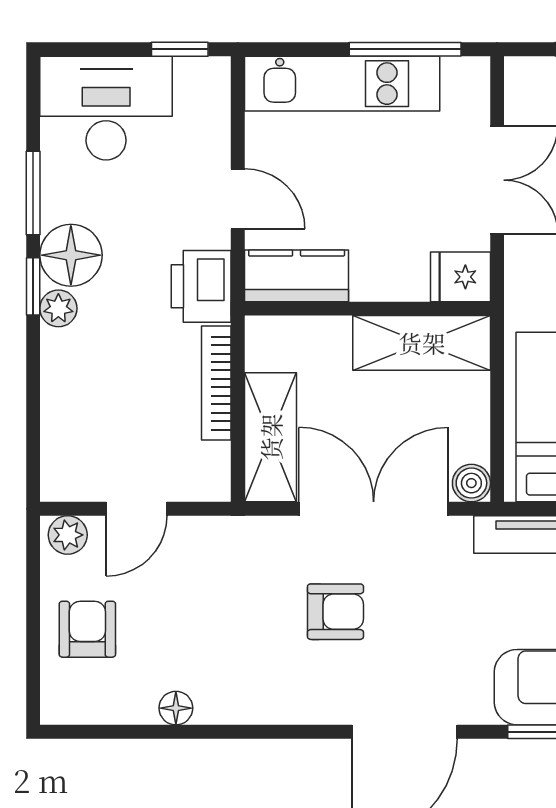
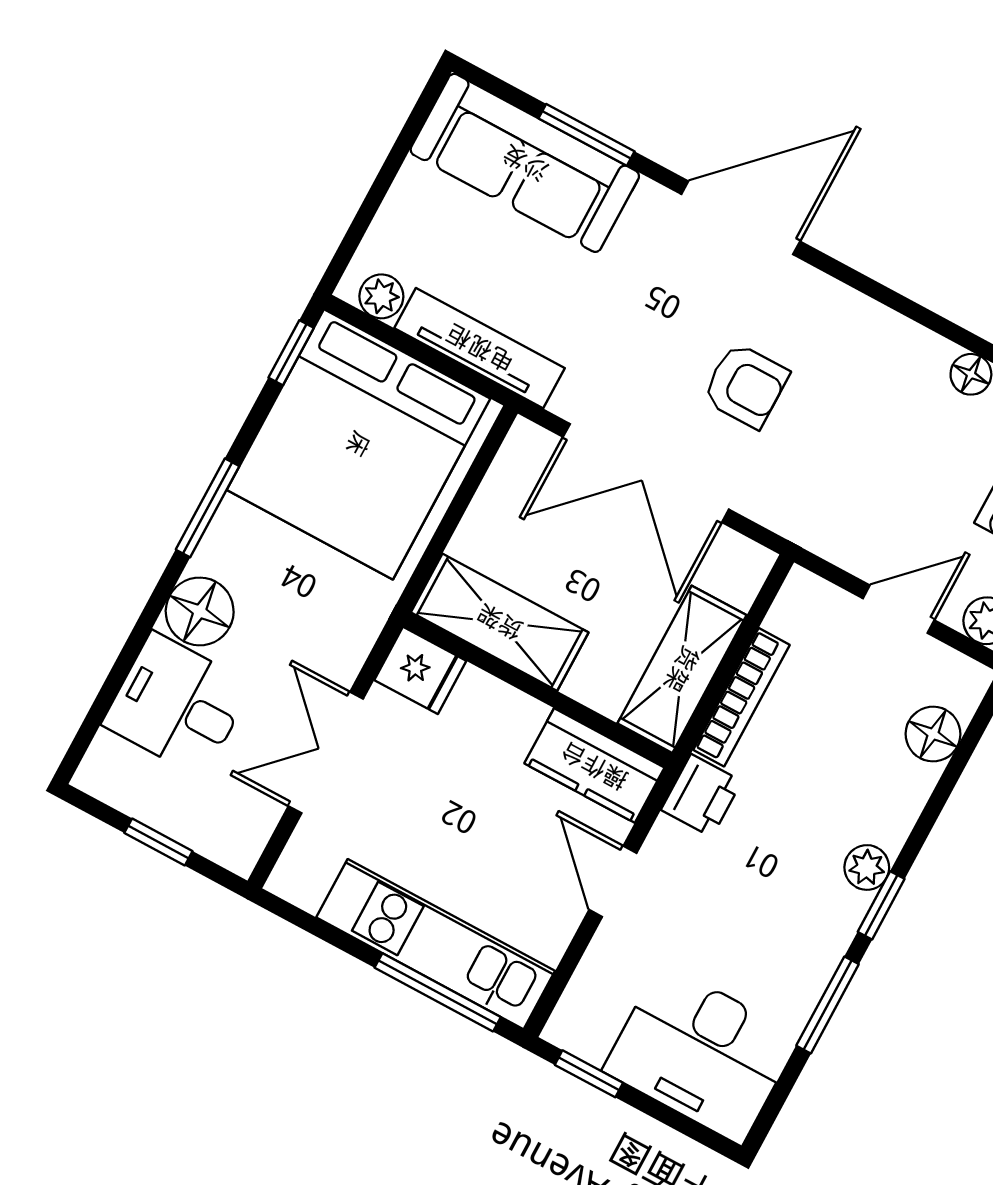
window: (405, 49) -> (438, 992), moved
floor lamp: (71, 255) -> (933, 734), moved, width x0.73, depth x0.73
printer: (201, 286) -> (701, 796), width x0.73, depth x0.81
shelving: (271, 437) -> (682, 669), moved
boiler: (471, 483) -> (527, 444), removed
armchair: (335, 612) -> (746, 385), turned 180

